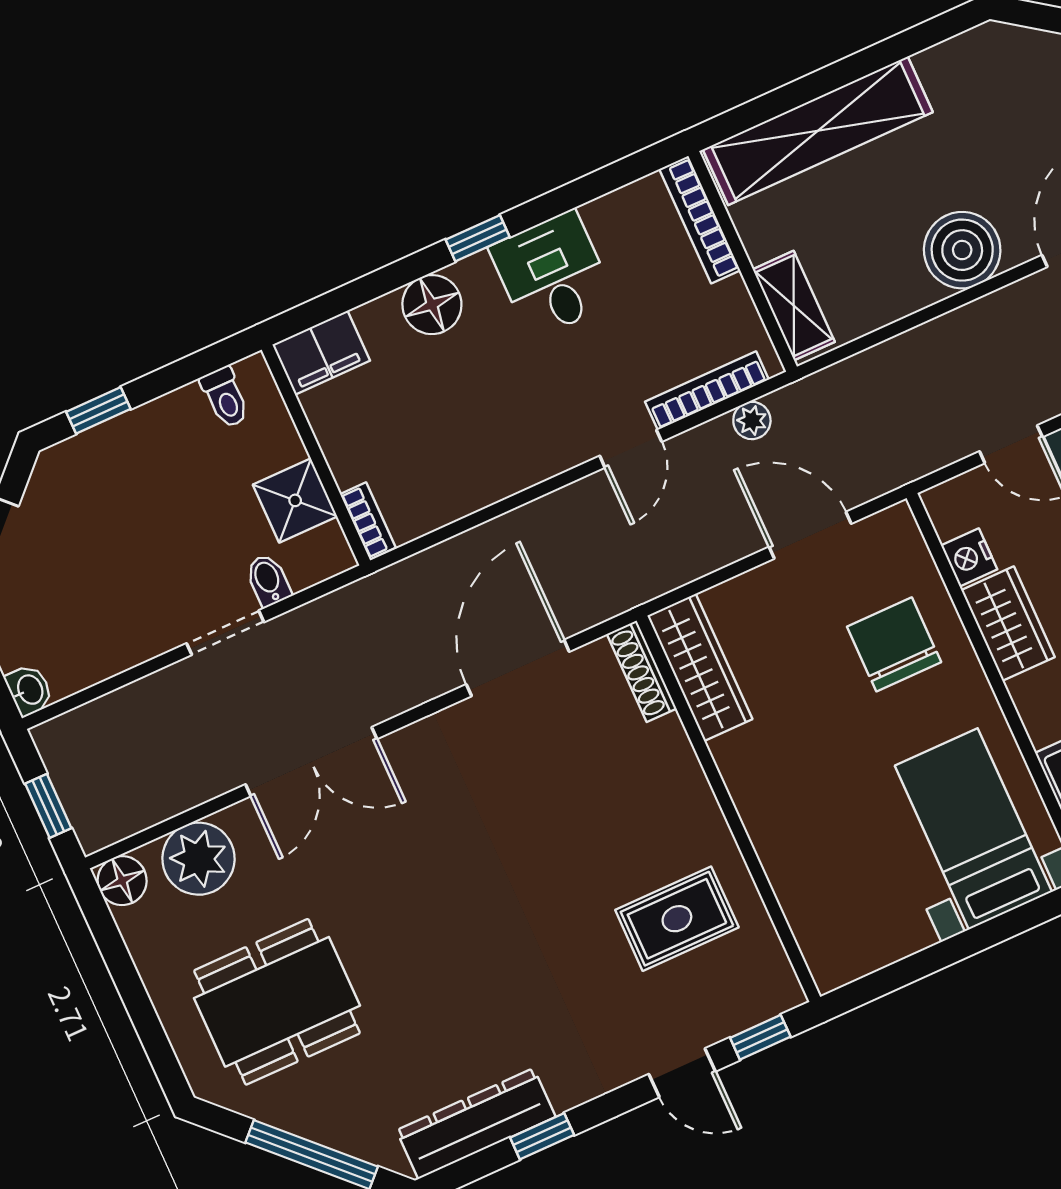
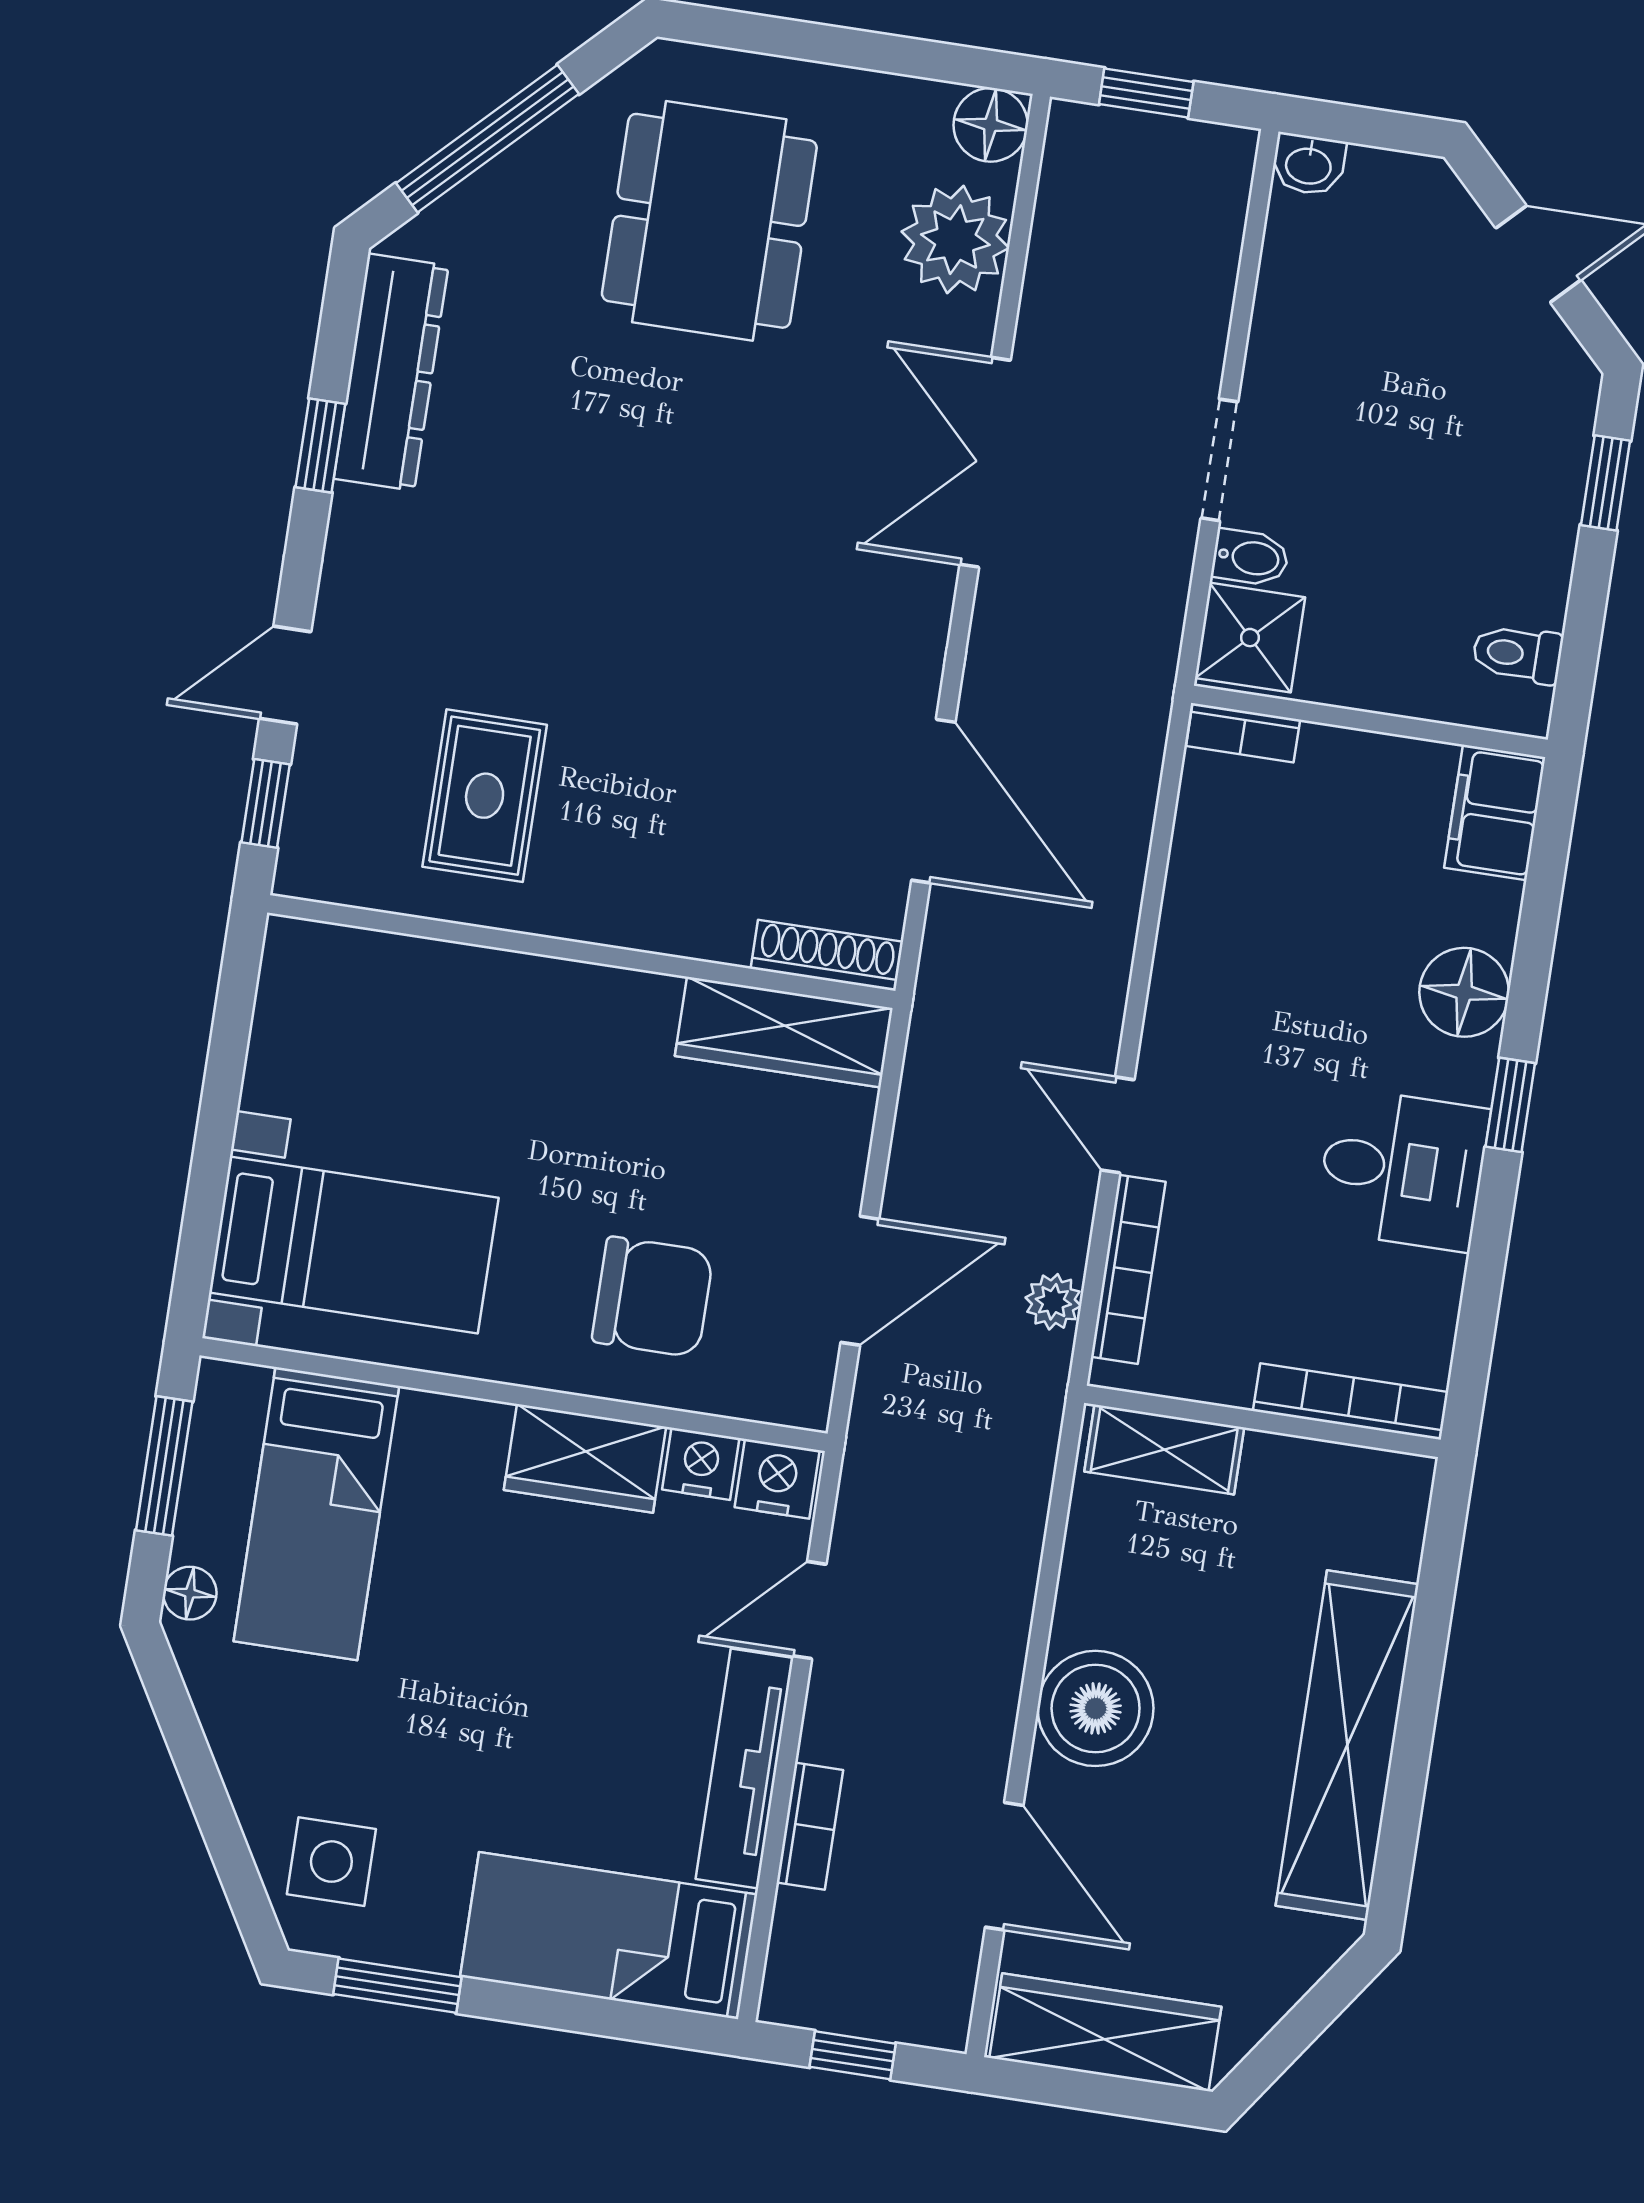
shelving: (818, 131) -> (1347, 1745), moved
shower: (295, 500) -> (1250, 638), moved
nightstand: (950, 510) -> (777, 1479), added

